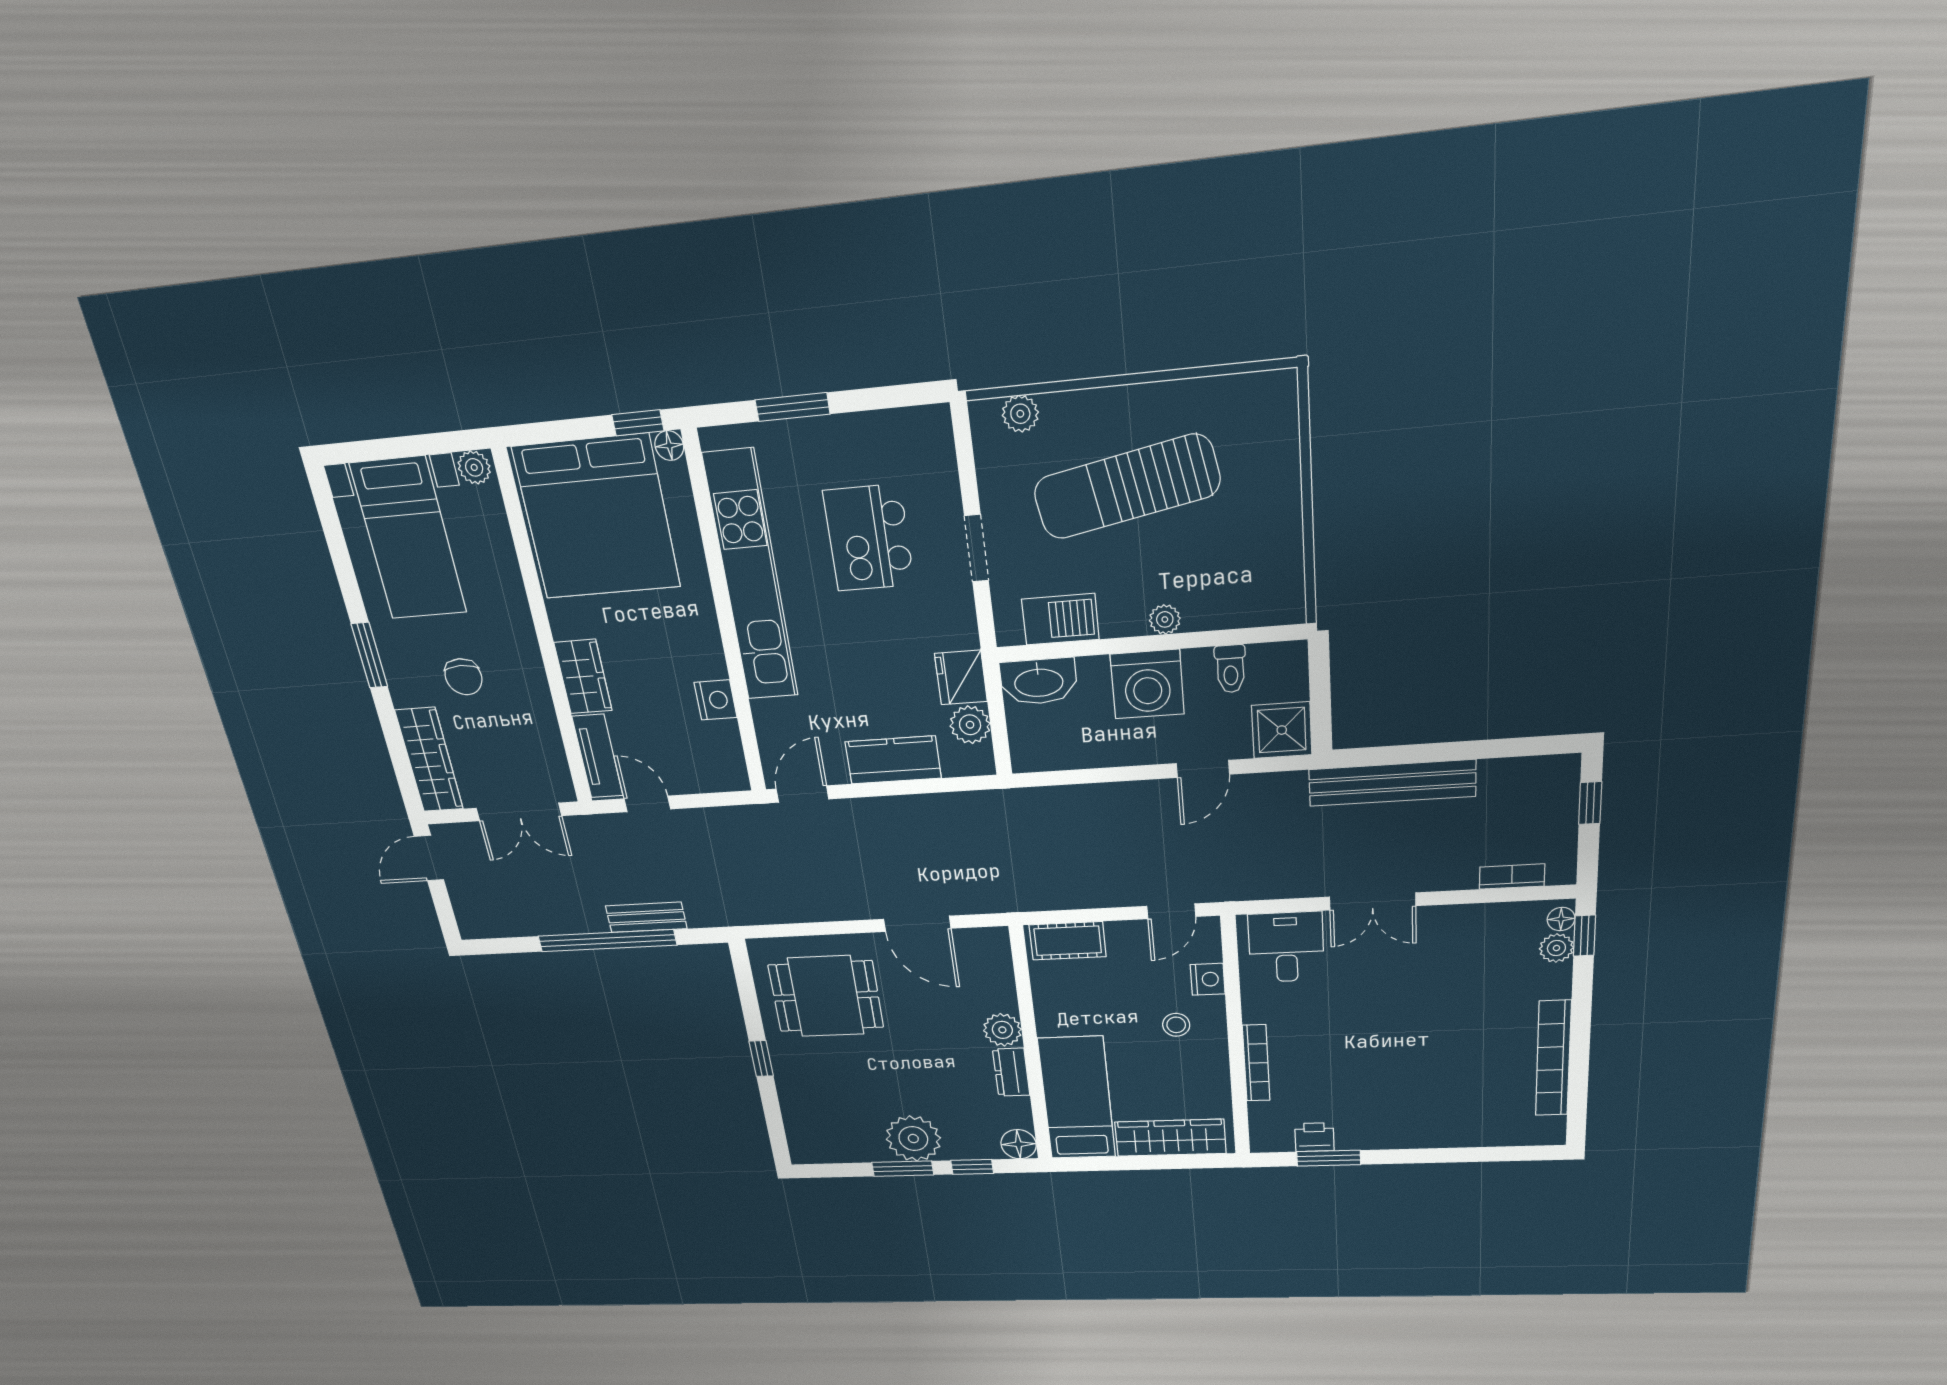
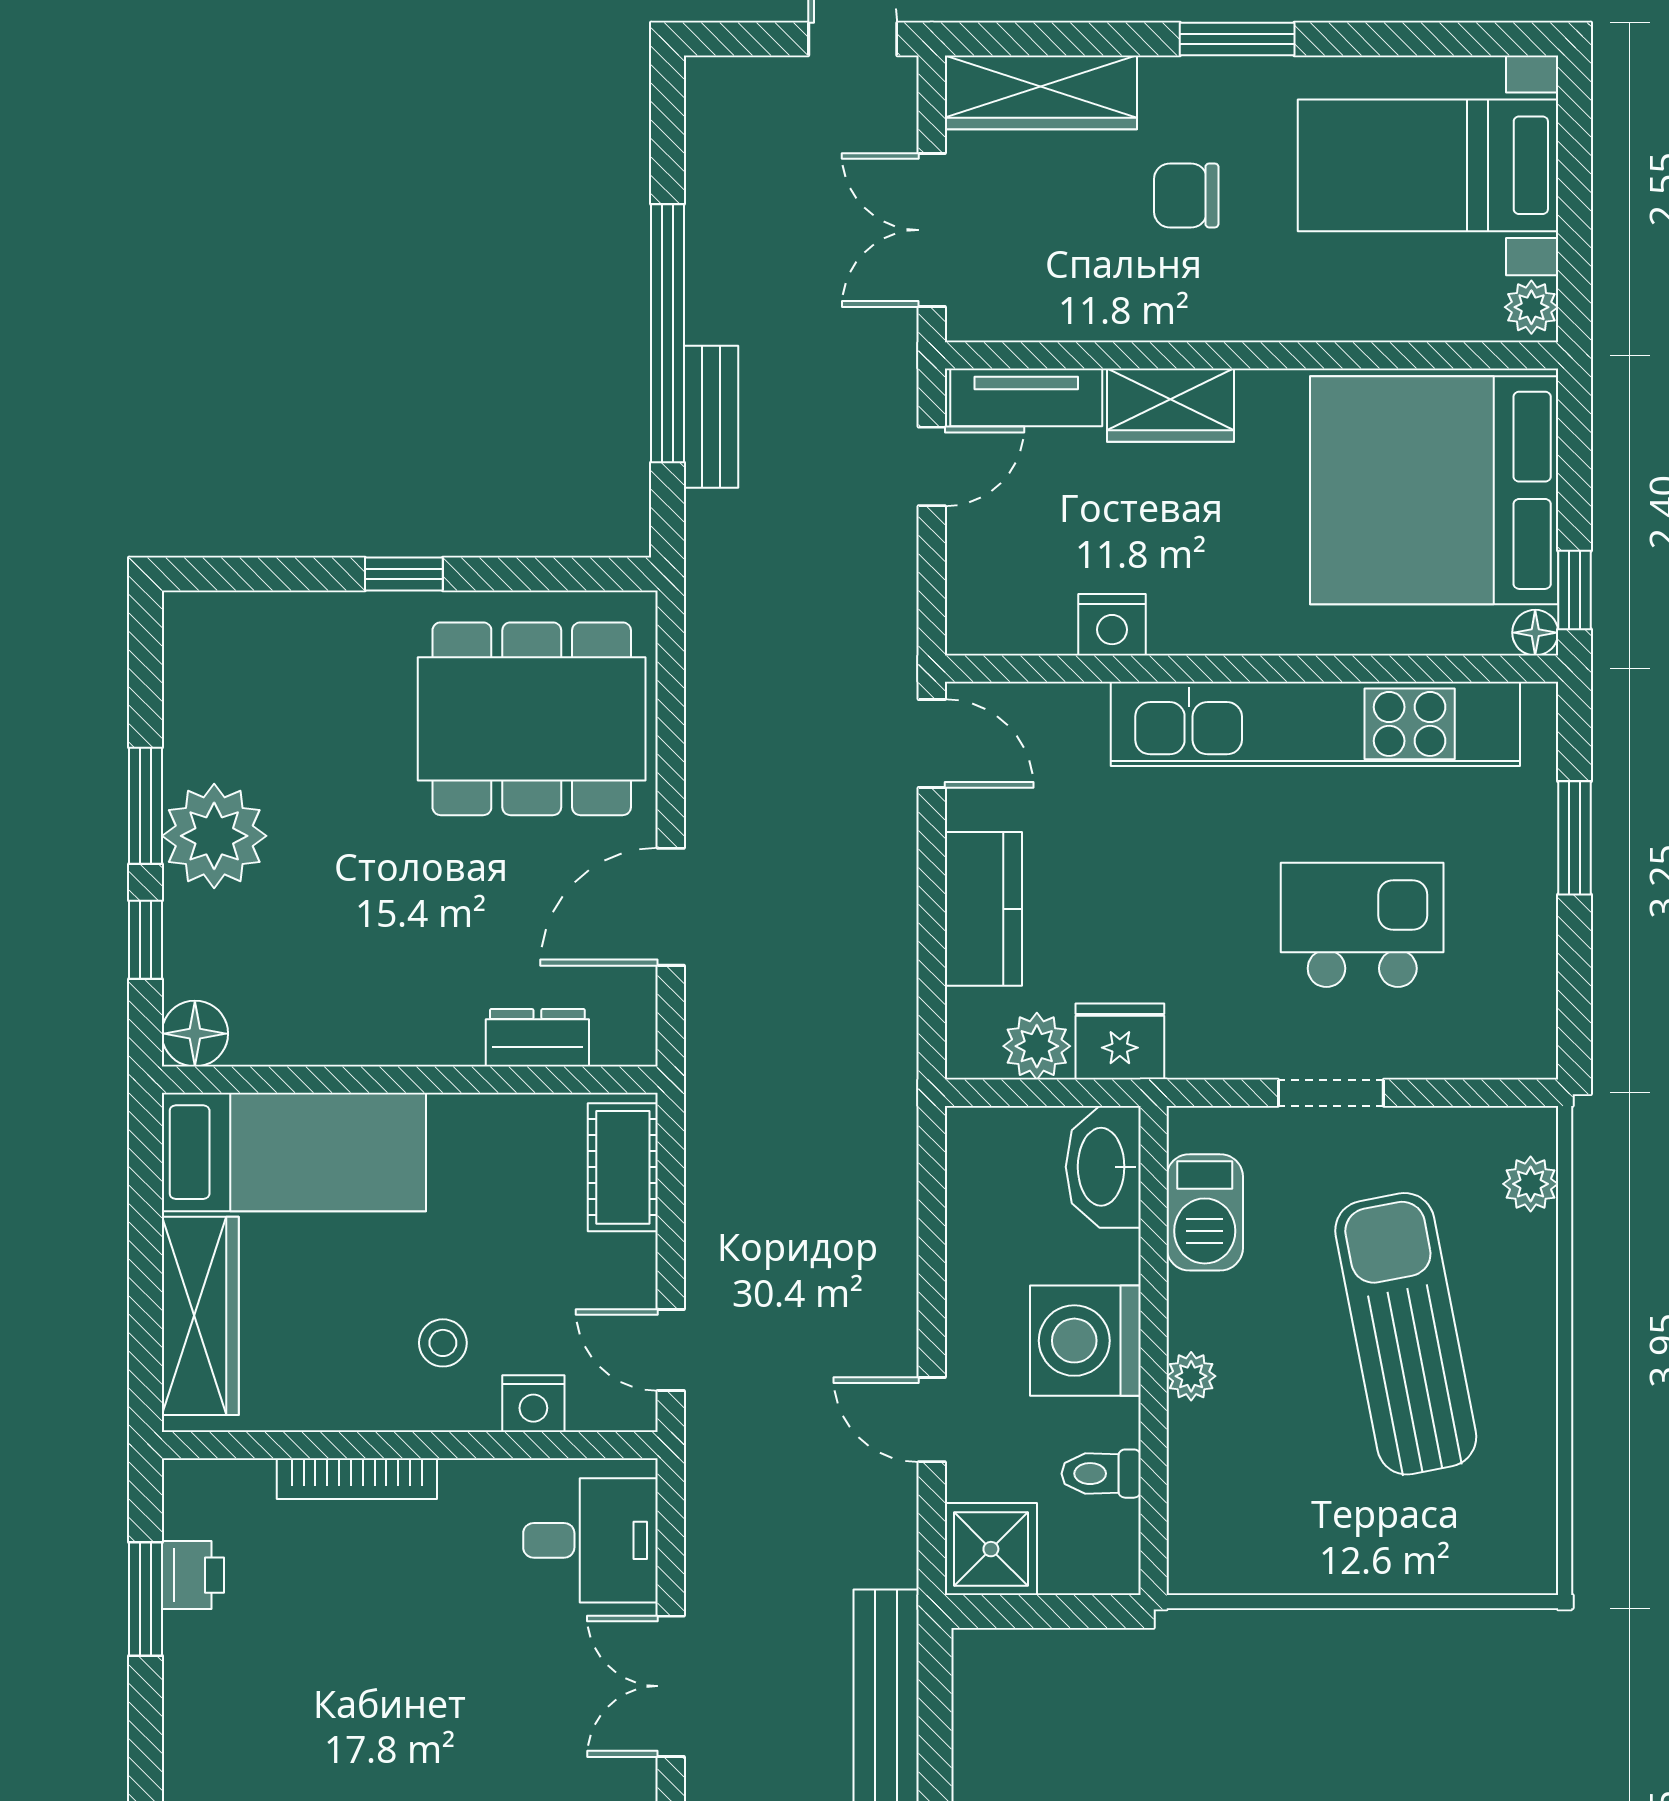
dining table: (826, 996) -> (532, 719), width x1.38
plant: (1002, 1030) -> (446, 1032), removed
dresser: (1011, 1072) -> (537, 1038), moved

